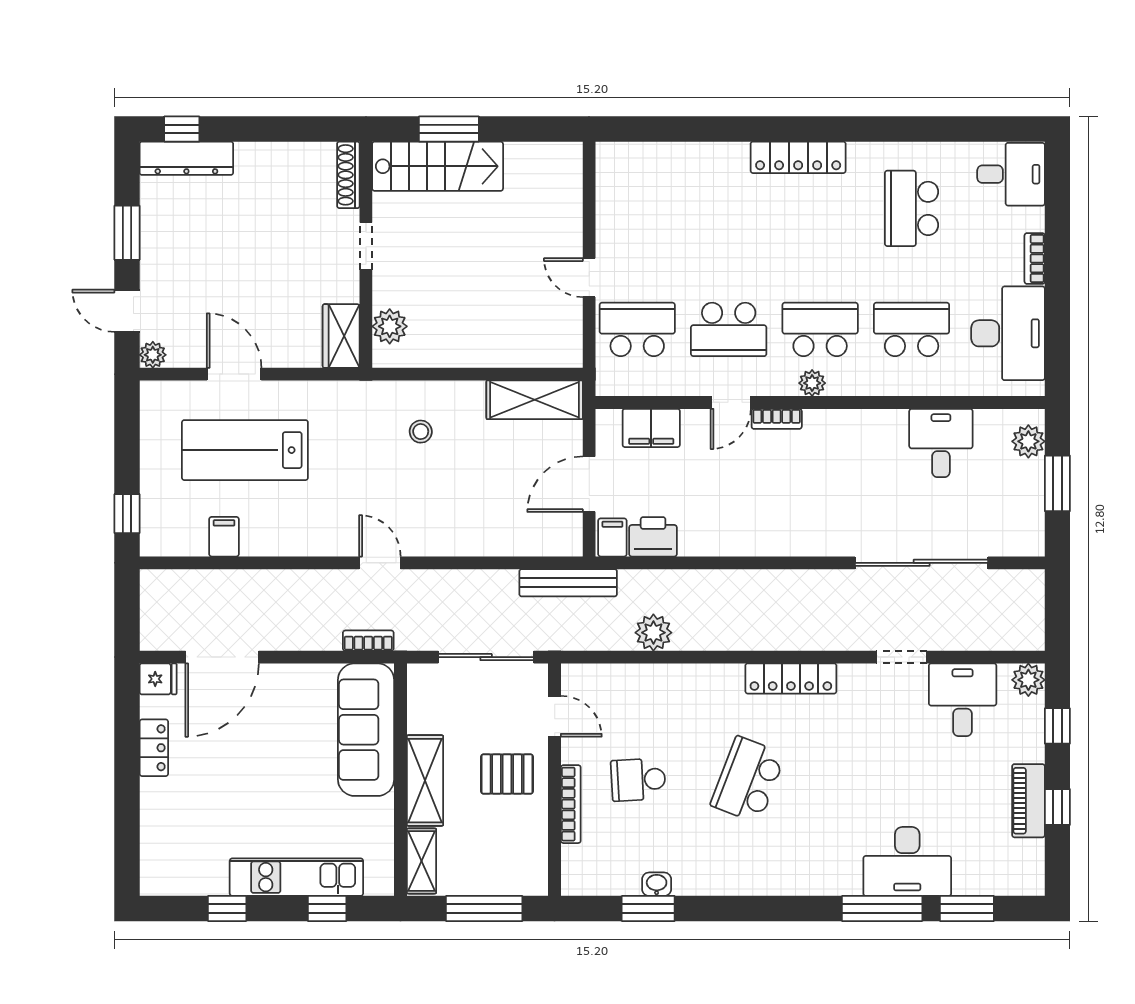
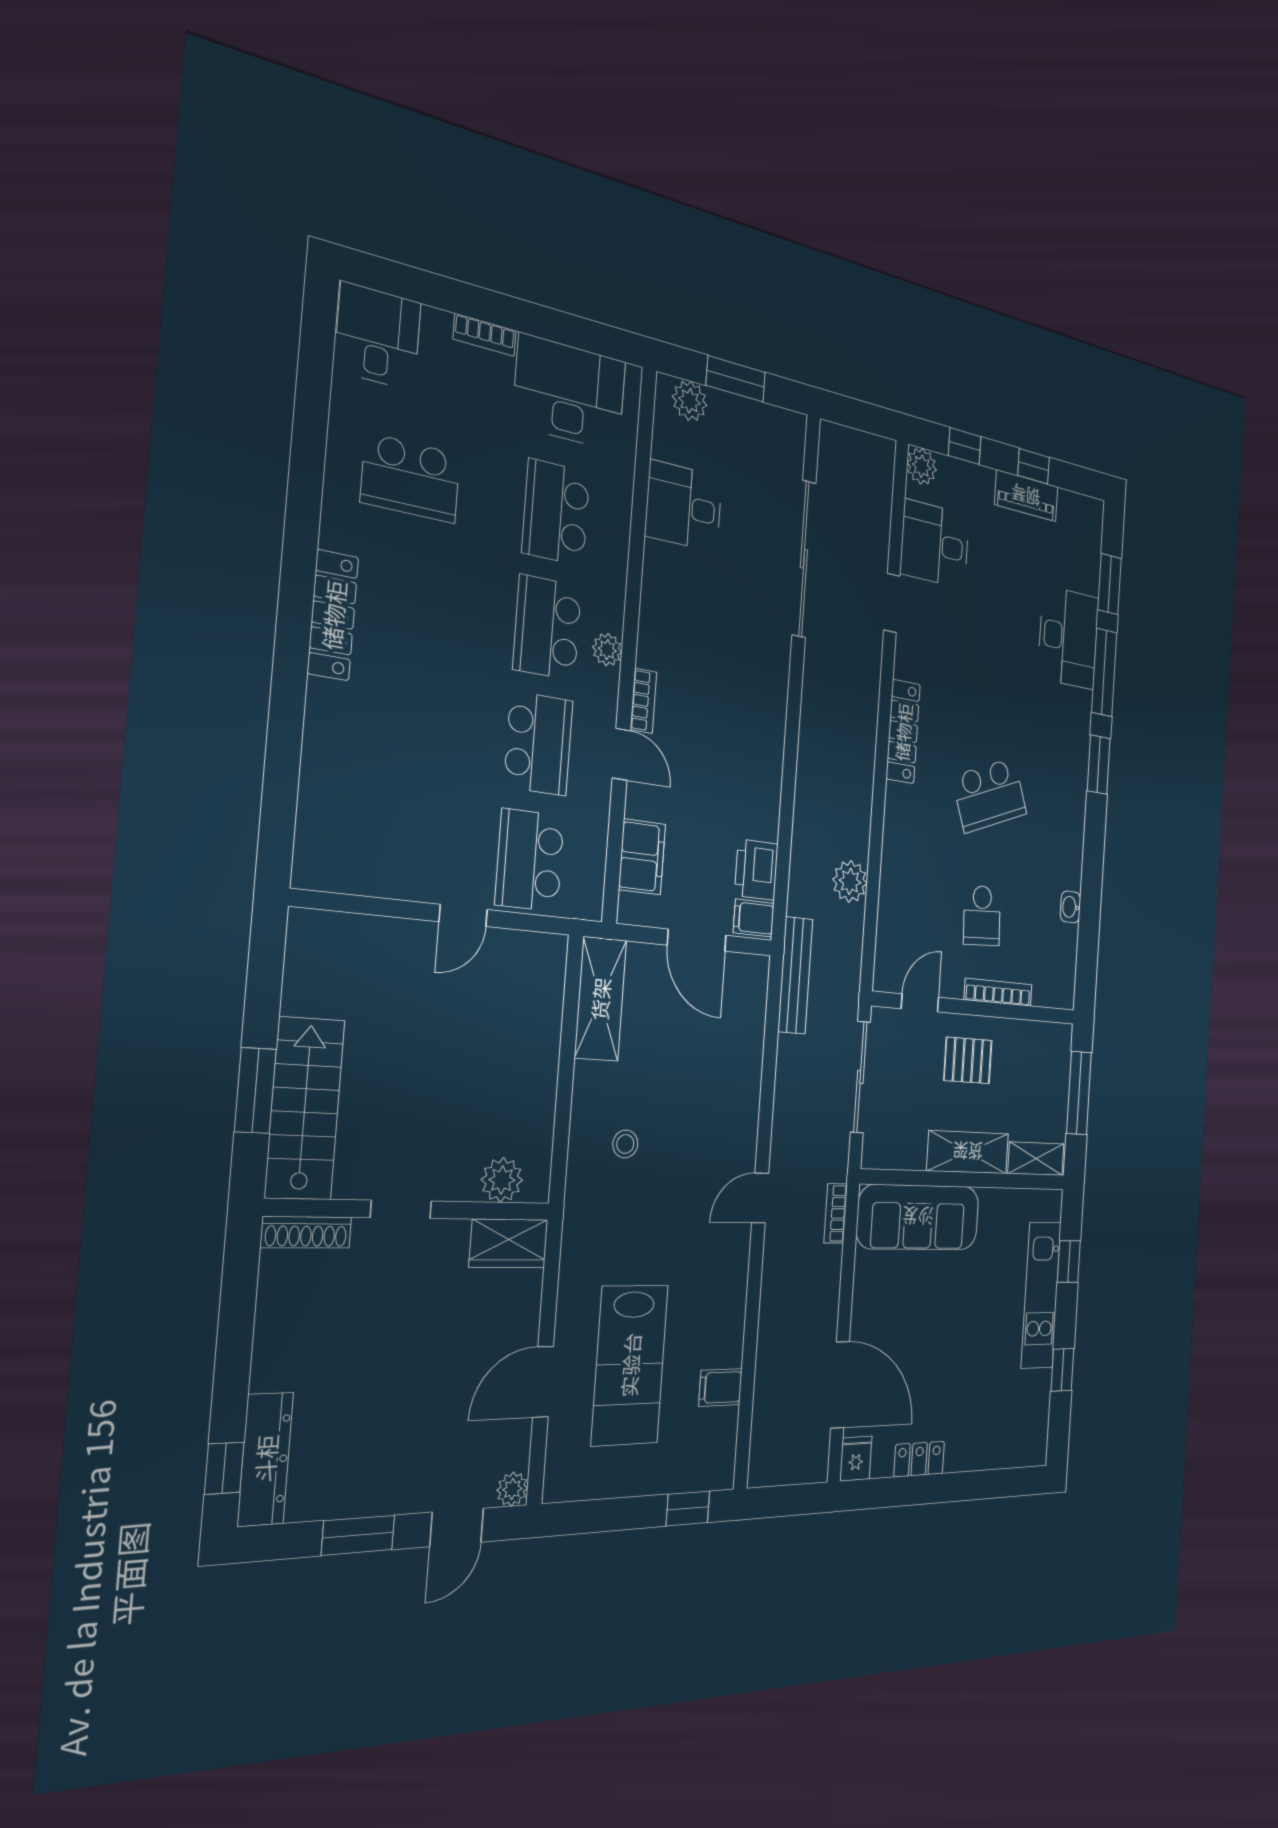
pallet: (507, 774) -> (968, 1060), turned 90
school desk: (748, 780) -> (990, 795), turned -42
window: (648, 909) -> (1099, 765), moved

